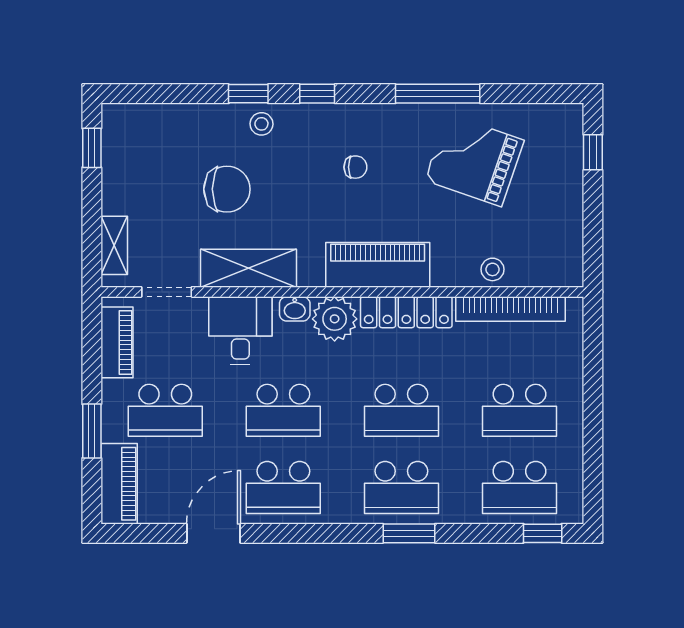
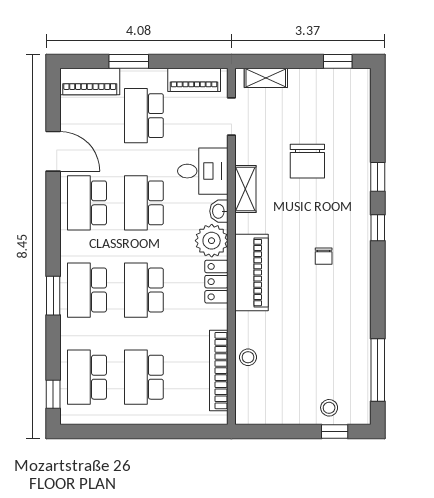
window: (438, 94) -> (378, 370), moved
stool: (261, 124) -> (329, 408), moved
grand piano: (474, 160) -> (329, 344), removed
shelving: (249, 268) -> (245, 189), width x0.67, depth x0.75
locker: (406, 312) -> (216, 282), width x0.66

